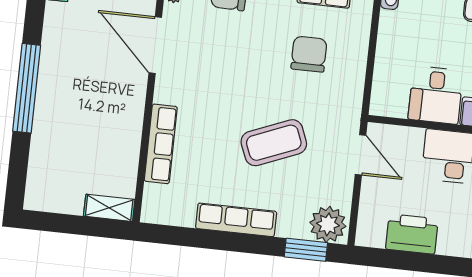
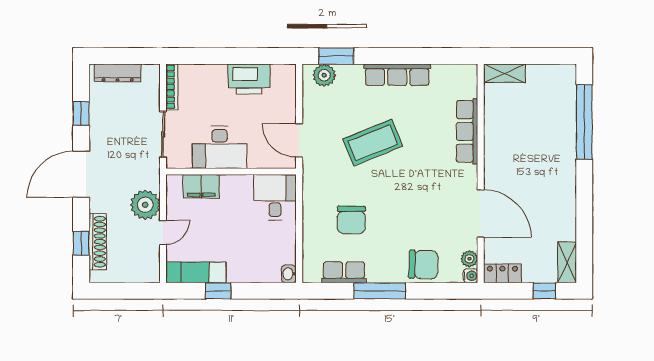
window: (27, 88) -> (584, 122), moved
desk: (436, 95) -> (275, 197), moved
plant: (328, 224) -> (324, 75), width x0.73, depth x0.73

